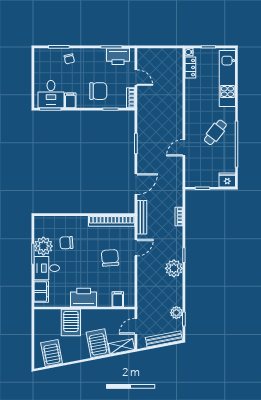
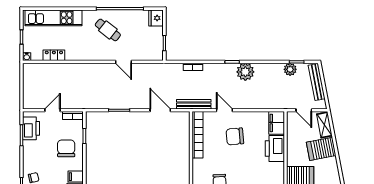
locker: (190, 67) -> (54, 55), moved
printer: (84, 297) -> (275, 148), moved
filing cabinet: (118, 299) -> (277, 123), width x2.00

